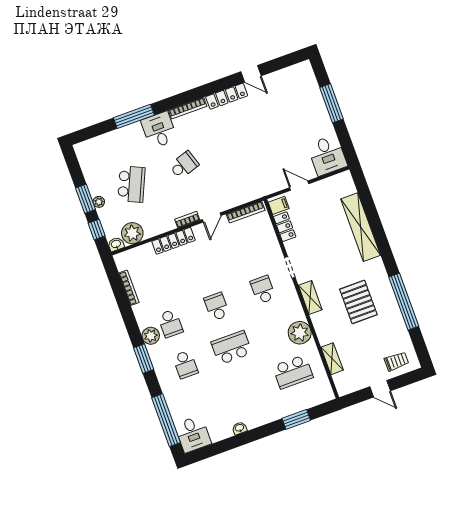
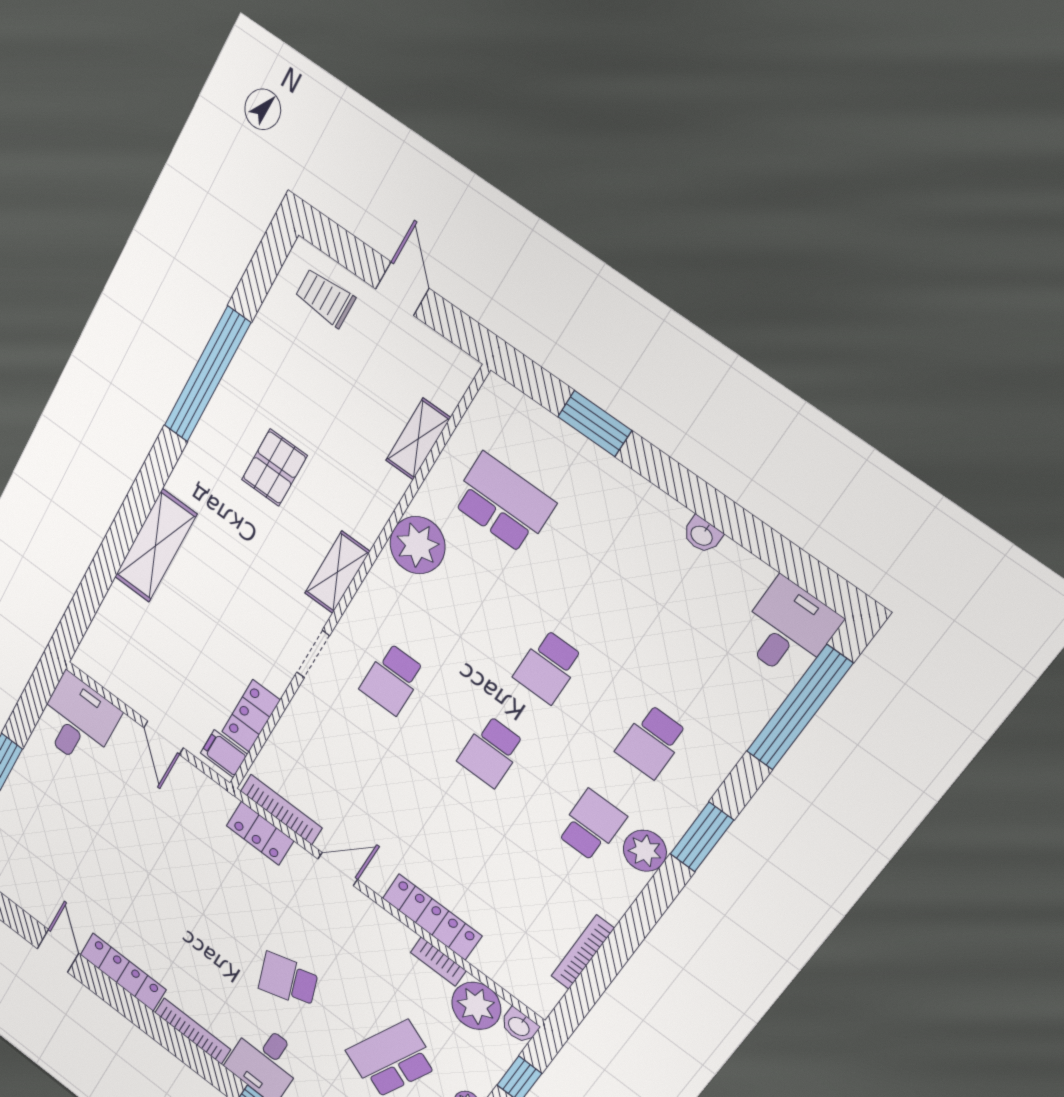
locker: (243, 197) -> (260, 833), added
bookcase: (187, 220) -> (438, 962), moved
shelving: (361, 227) -> (156, 546), width x0.68
pallet: (358, 302) -> (274, 468), width x0.67, depth x0.71
school desk: (232, 348) -> (548, 667), width x0.54
school desk: (185, 364) -> (651, 742), turned 180

